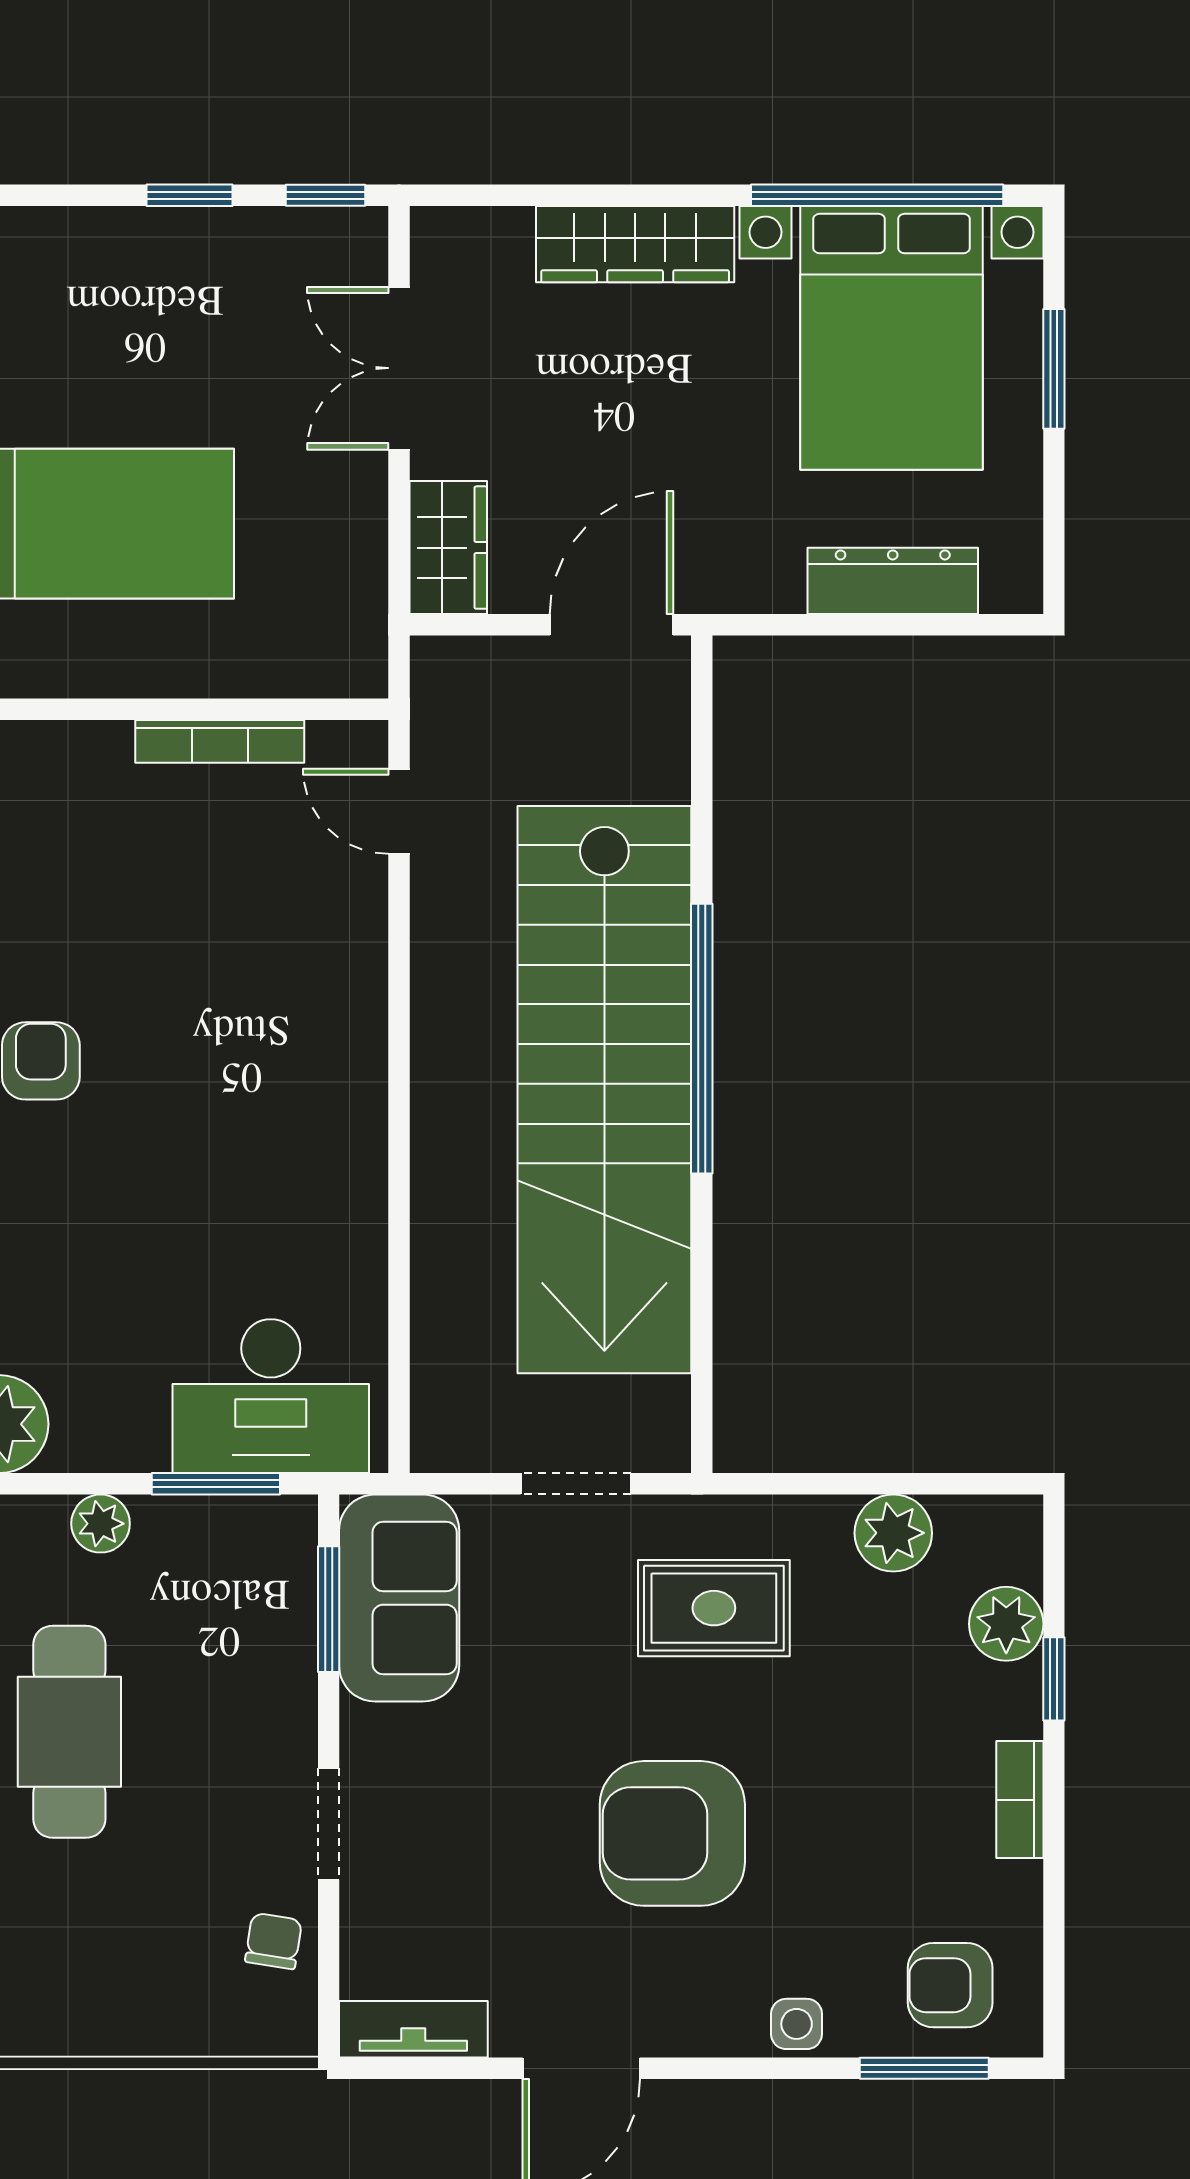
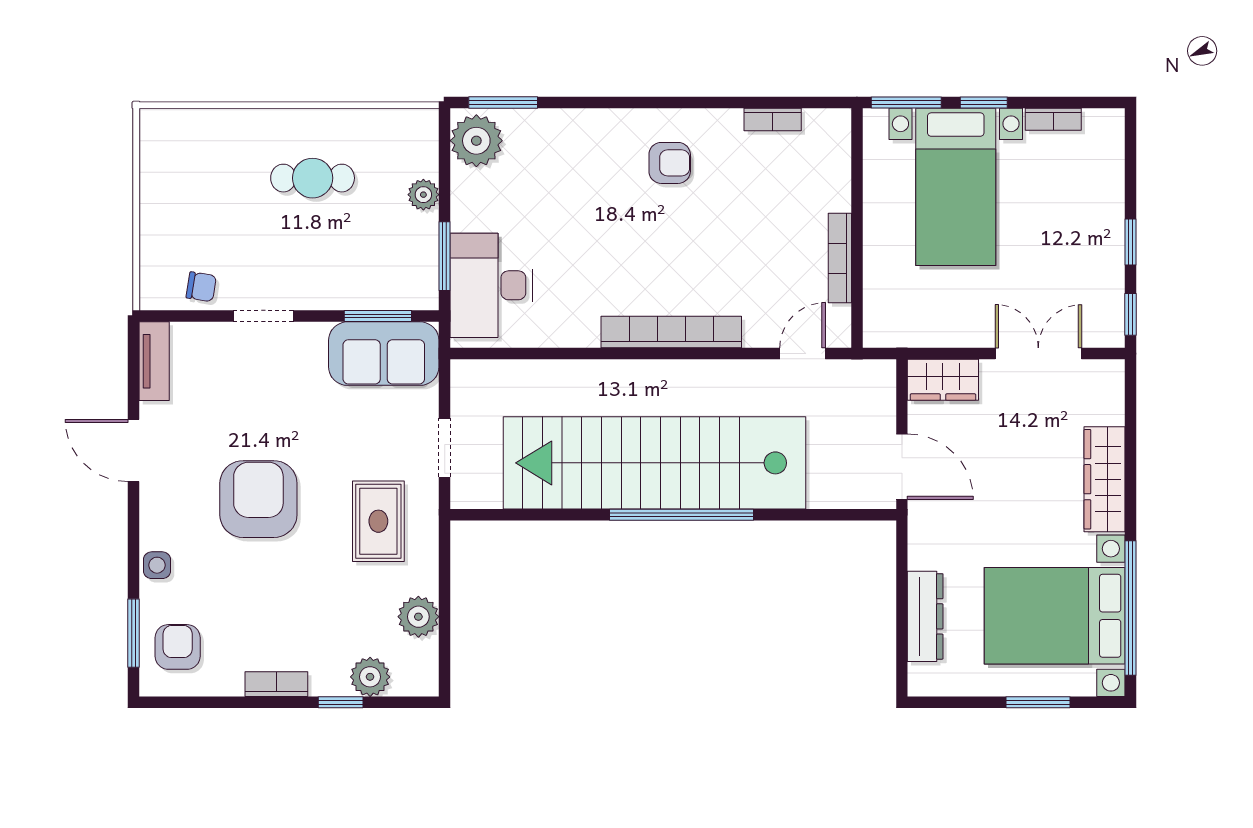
bookcase: (359, 1058) -> (671, 332), added
cafe table: (69, 1732) -> (313, 178), width x0.73, depth x0.74

